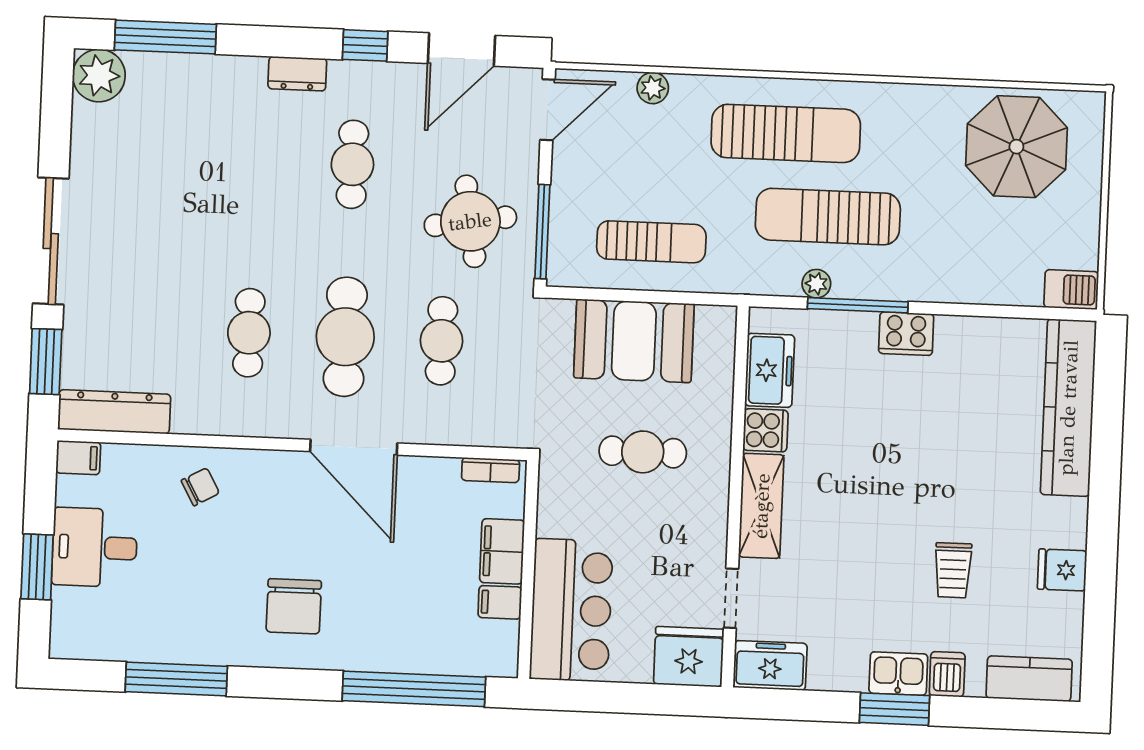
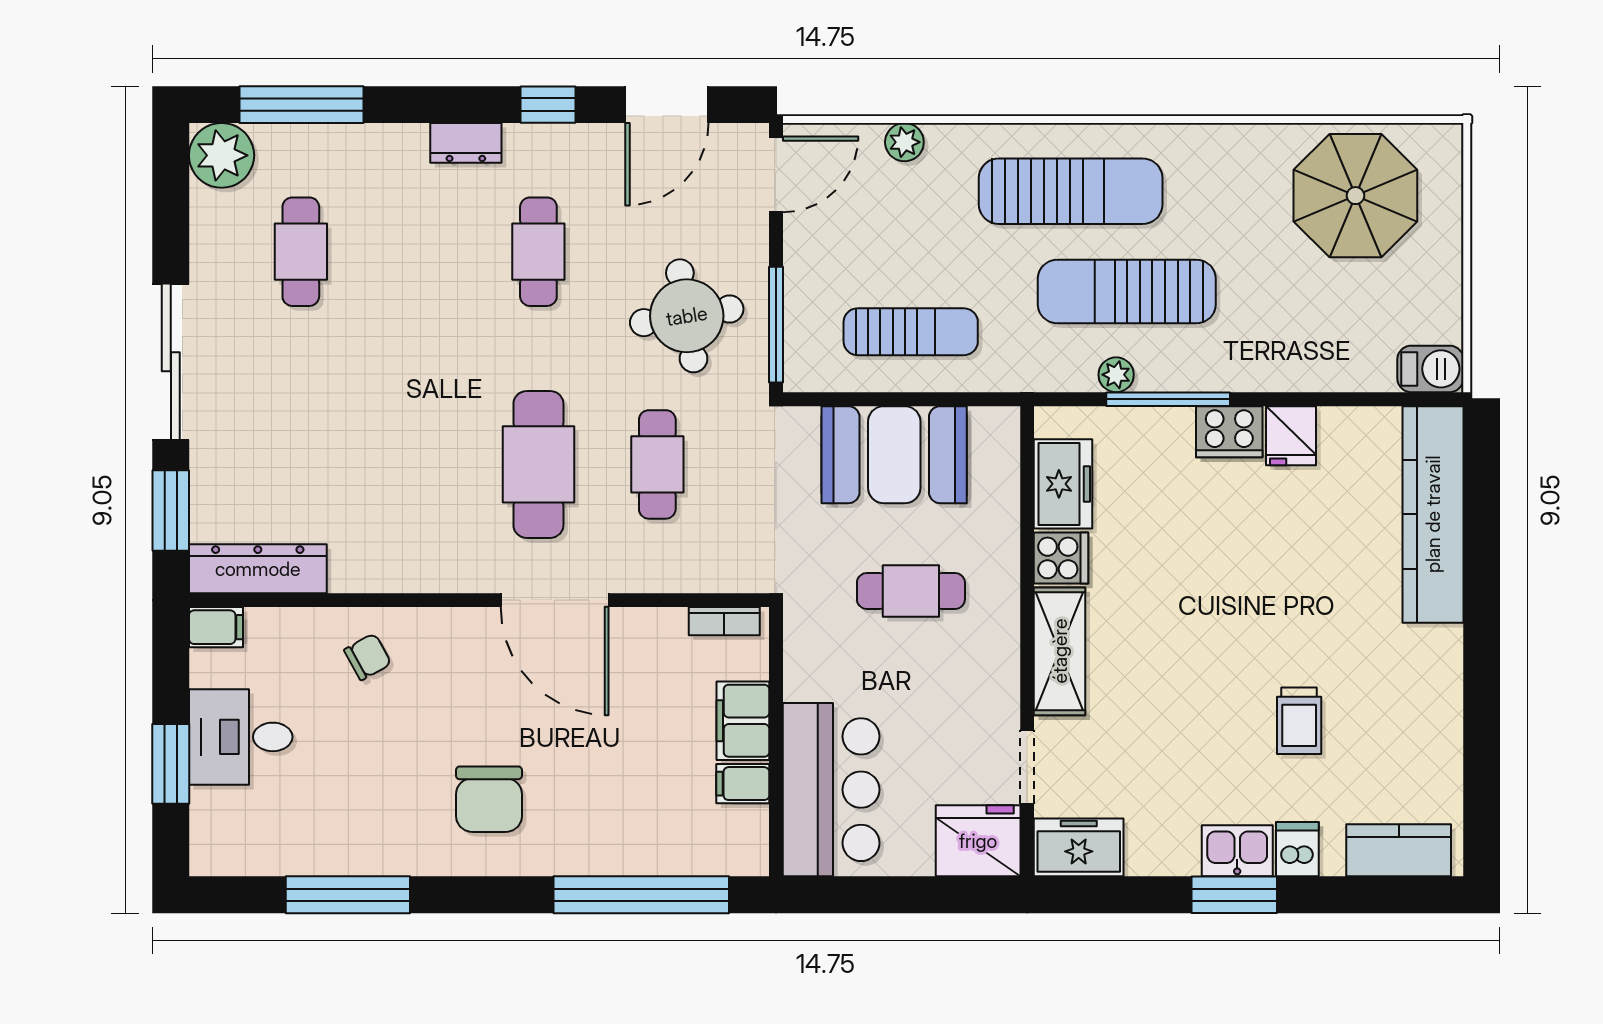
cafe table: (249, 333) -> (301, 252), moved
fridge: (1062, 570) -> (1291, 436), moved, turned -90

